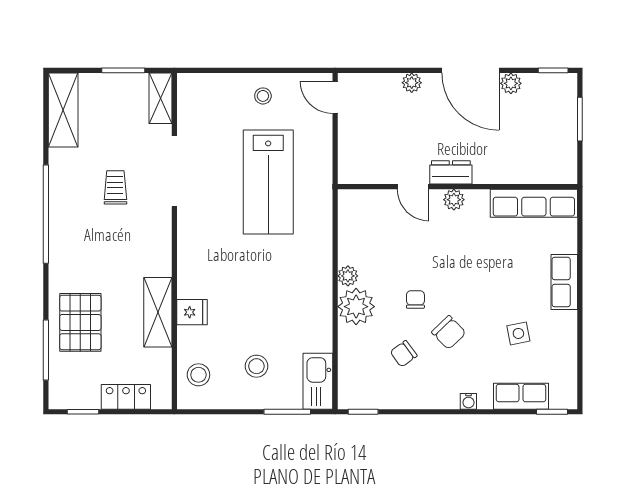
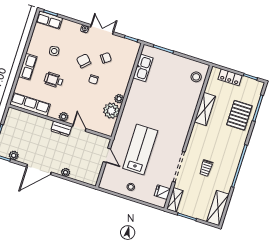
door: (470, 70) -> (39, 170), swing flipped
plant: (511, 83) -> (14, 155), moved
door: (335, 97) -> (107, 155), moved
wheelchair: (500, 271) -> (54, 80), added
plant: (356, 307) -> (111, 111), moved
fridge: (192, 312) -> (162, 192), moved
stool: (256, 366) -> (170, 73), removed
kitchen sink: (318, 381) -> (143, 68), moved
row of seats: (521, 396) -> (49, 20), moved
double door: (431, 412) -> (102, 29), added

